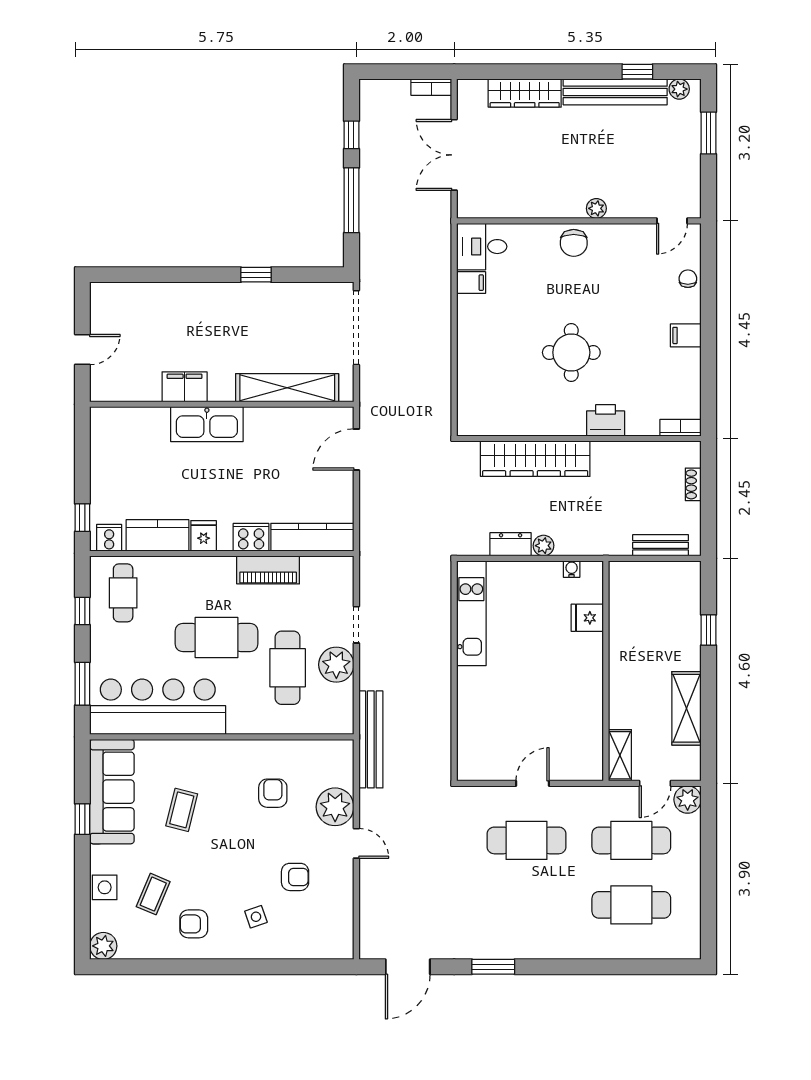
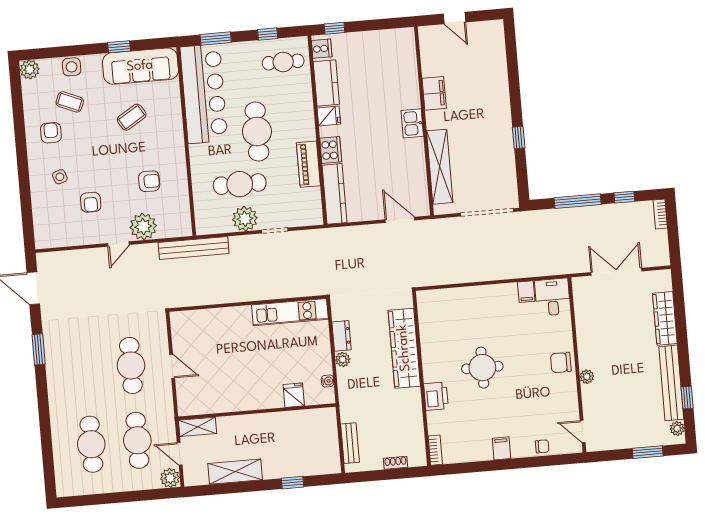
bookcase: (431, 87) -> (660, 214), moved
kitchen sink: (207, 424) -> (412, 123), width x0.53, depth x0.81
coffee table: (182, 810) -> (132, 117), turned -46

